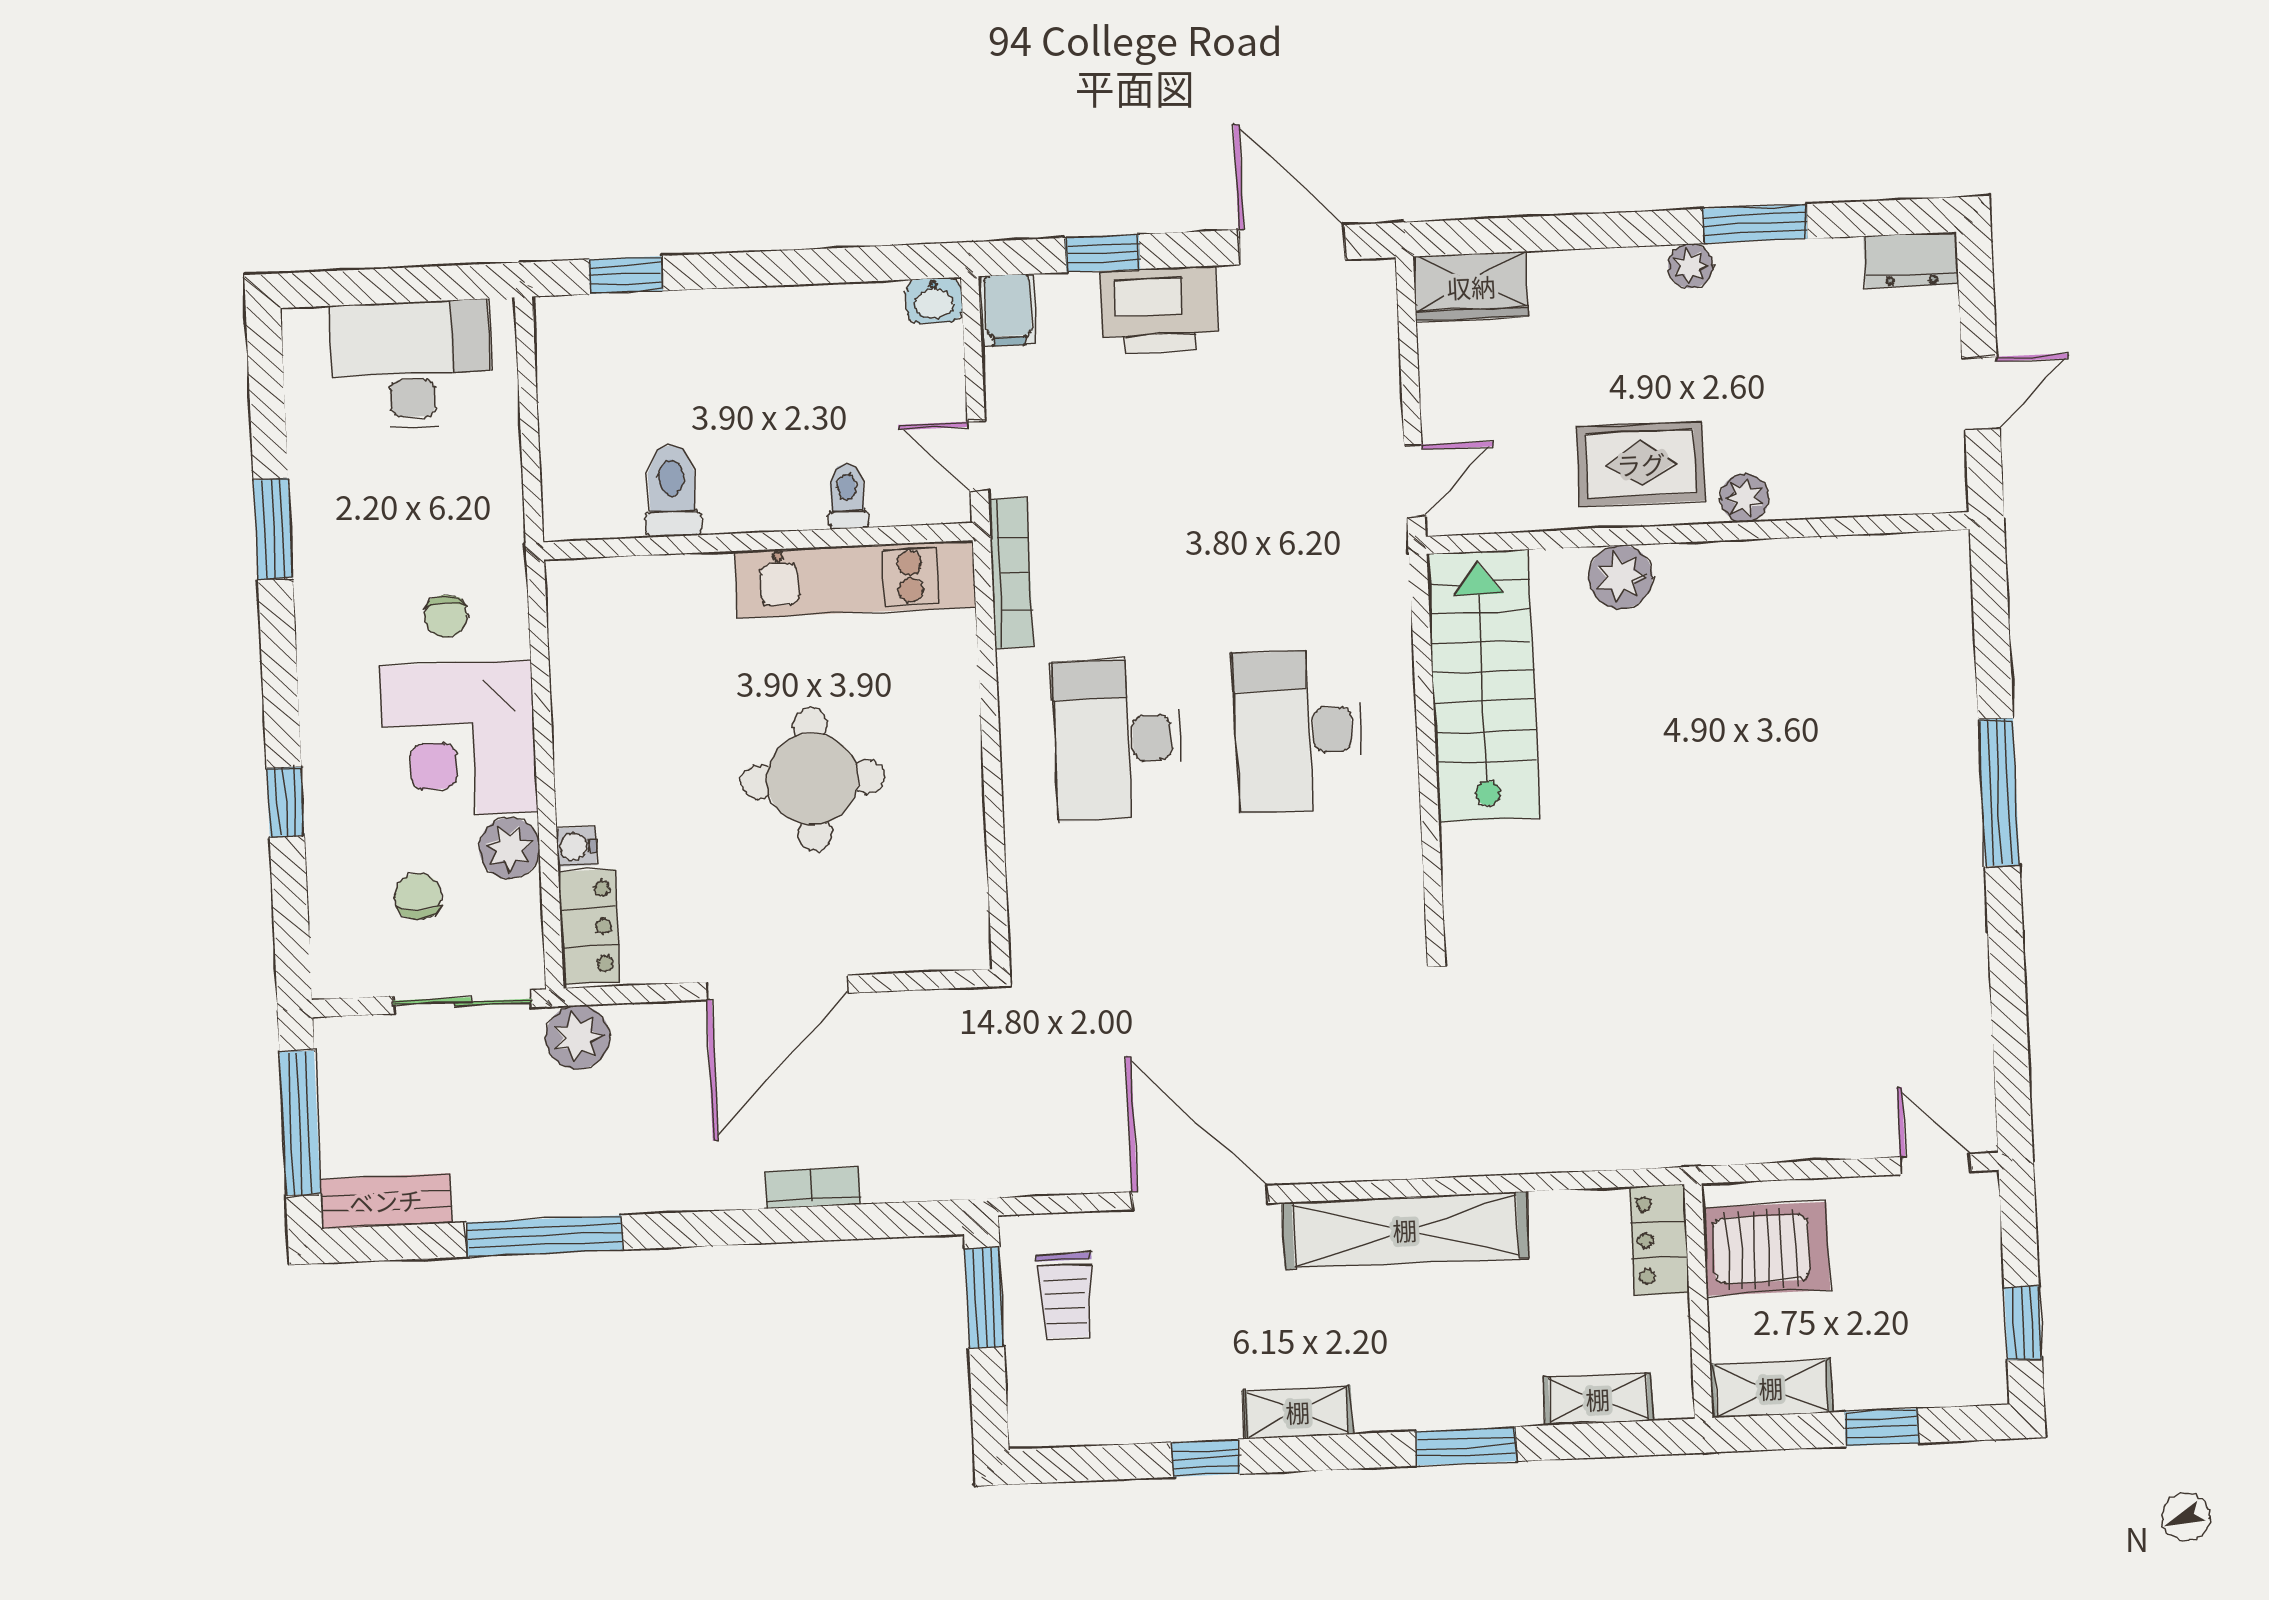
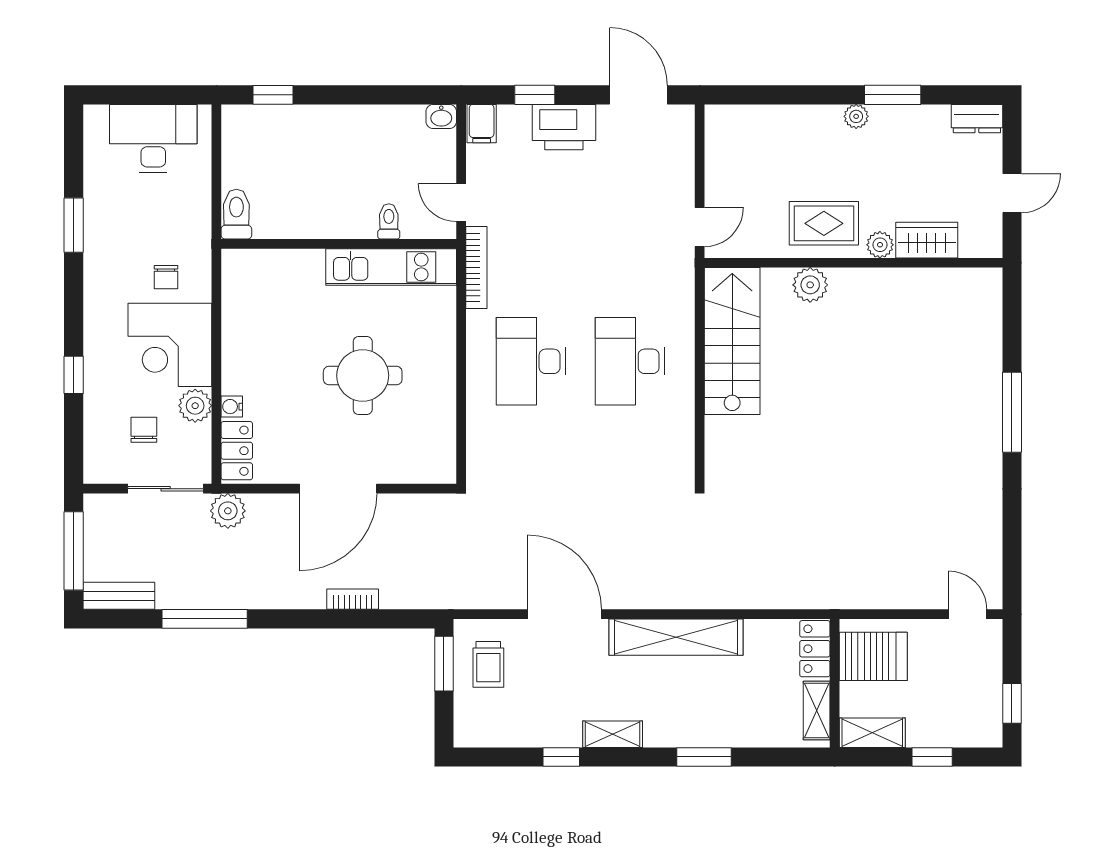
wardrobe: (1471, 287) -> (927, 240), moved, turned 180
toilet: (672, 491) -> (236, 214), moved
shelving: (1598, 1399) -> (817, 711), moved, turned 90

